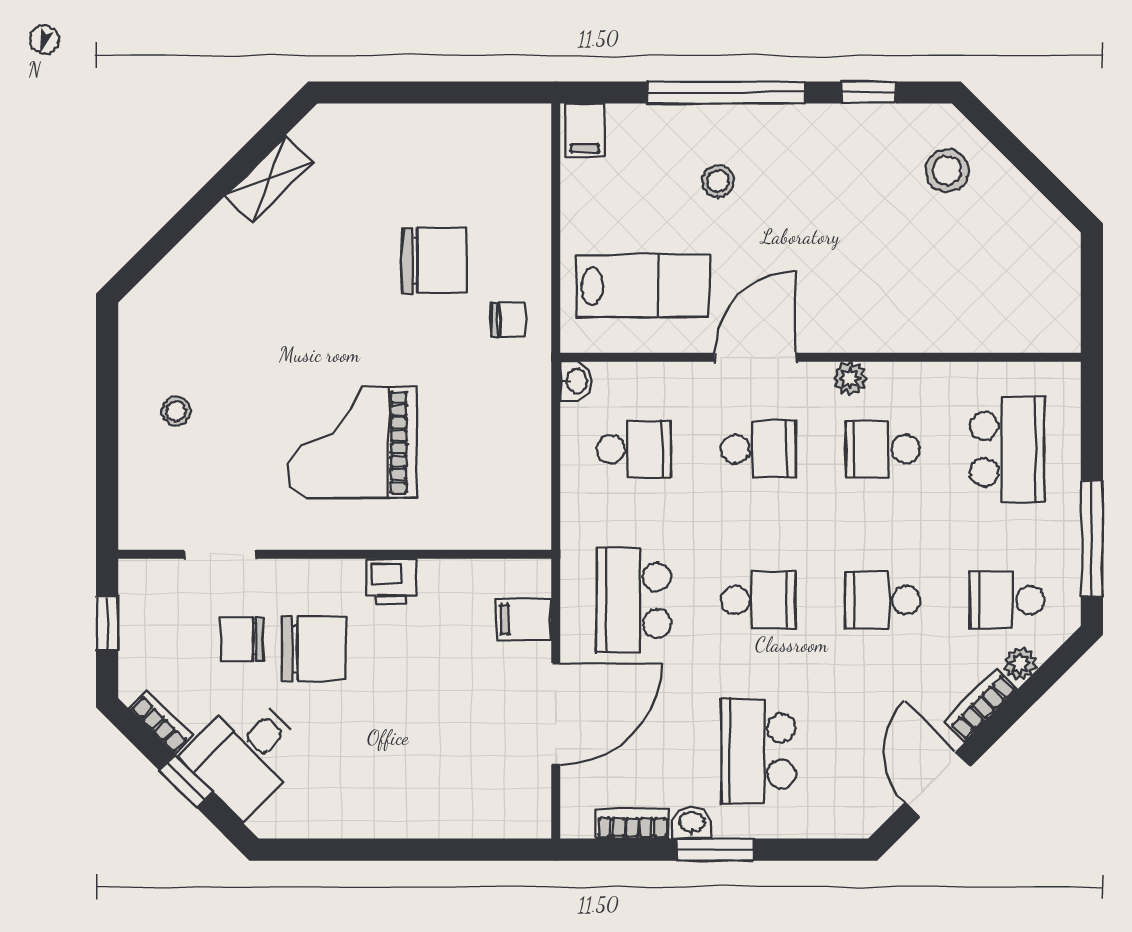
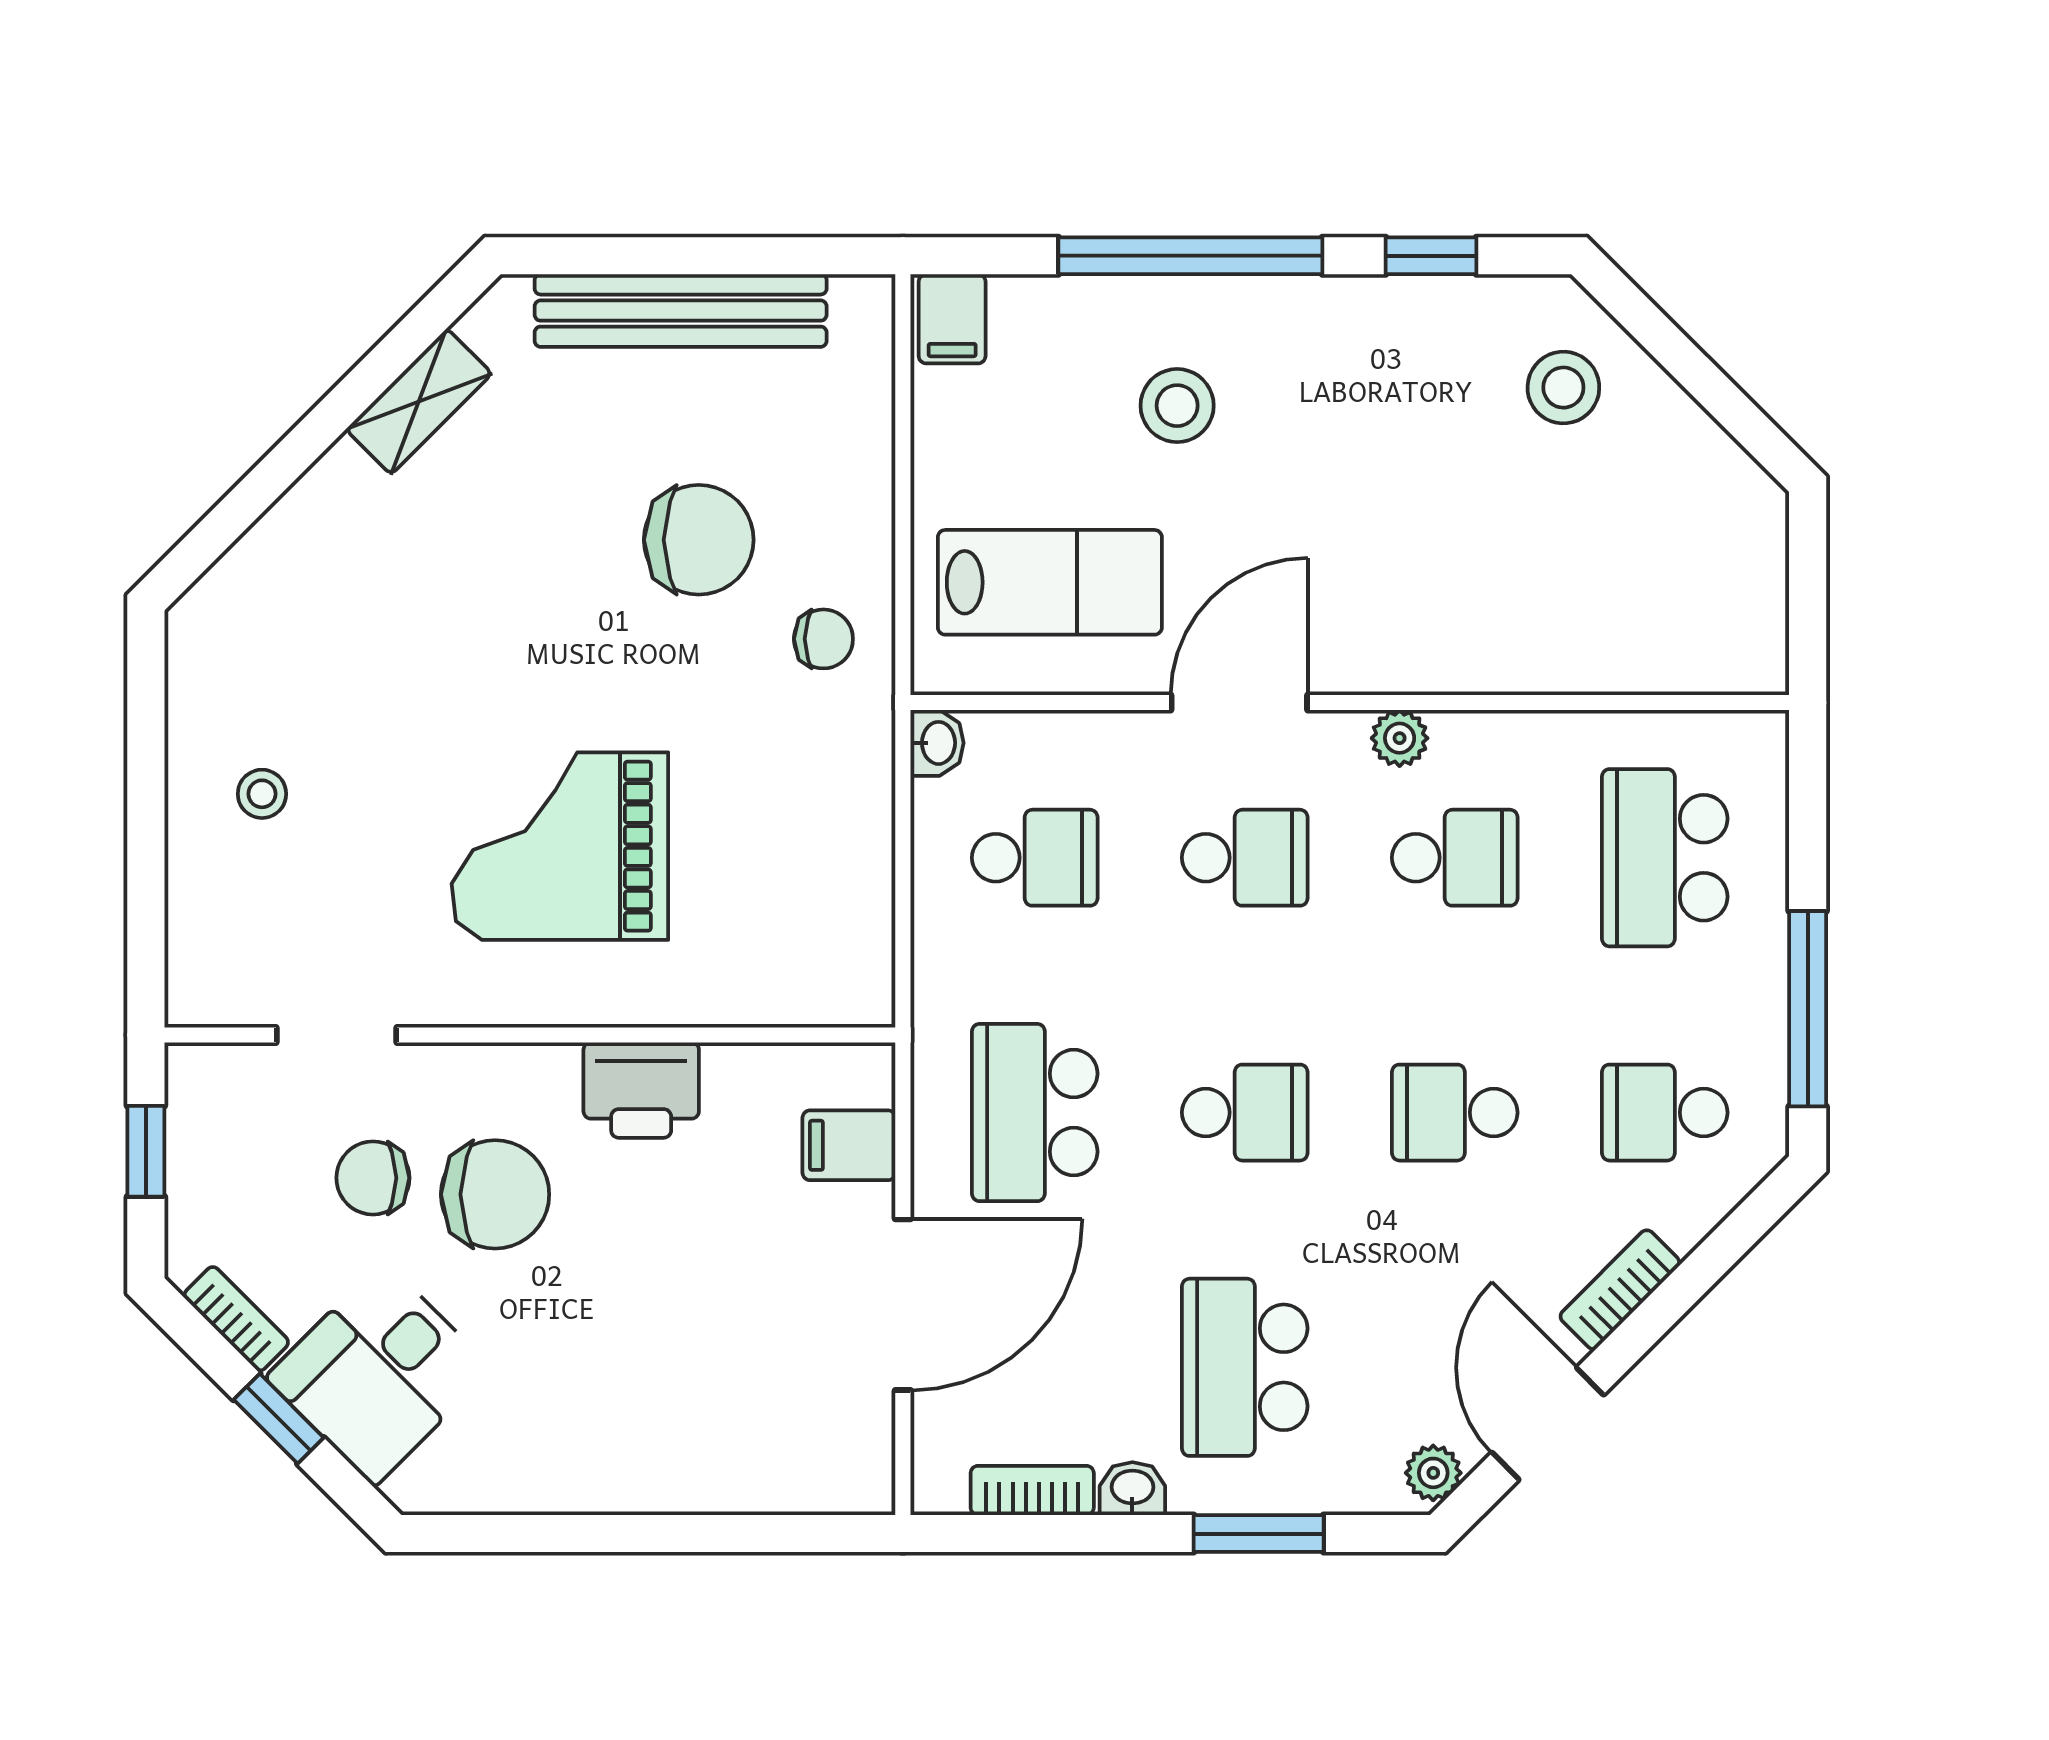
bench: (424, 125) -> (681, 311), added
stool: (718, 181) -> (1177, 406), width x1.37, depth x1.37
school desk: (883, 449) -> (1455, 858), turned 180
school desk: (1007, 449) -> (1665, 858), turned 180
printer: (392, 581) -> (641, 1090), width x1.36, depth x1.24
plant: (1020, 664) -> (1433, 1473), moved
window: (715, 850) -> (1259, 1534), moved

